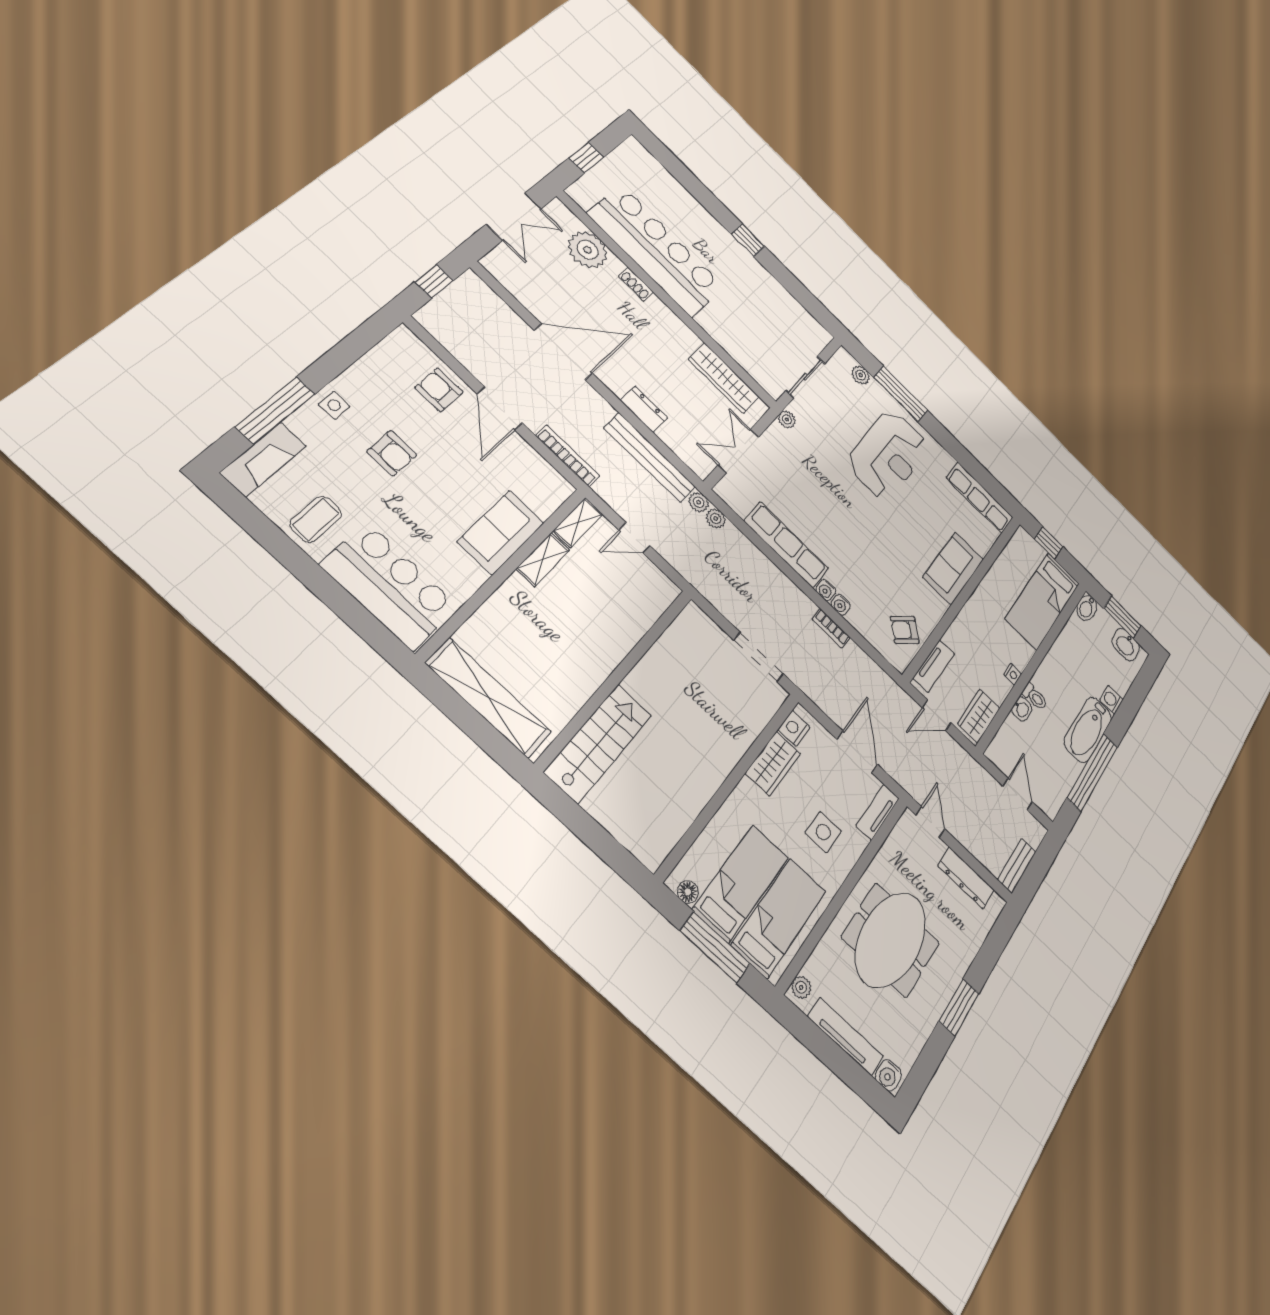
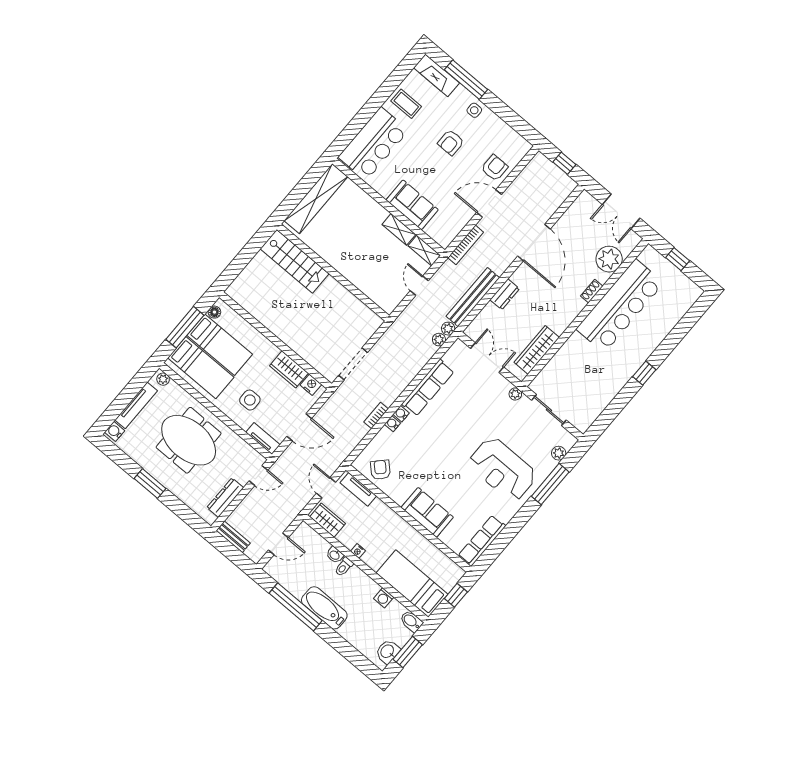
washing machine: (1111, 700) -> (384, 598), moved, turned 180

